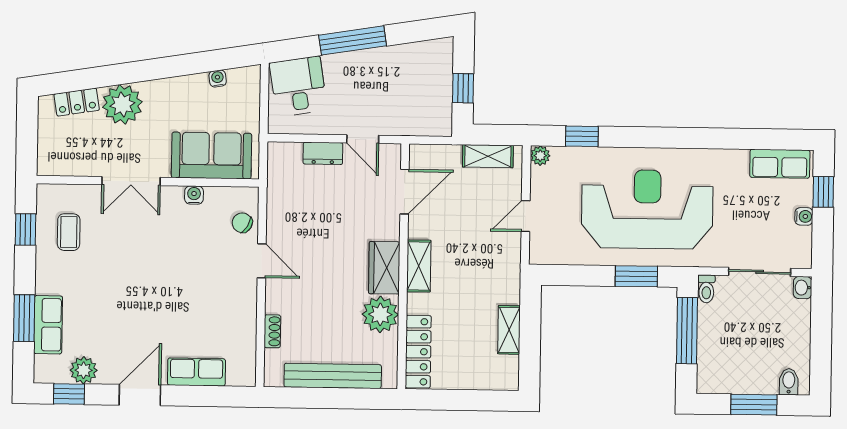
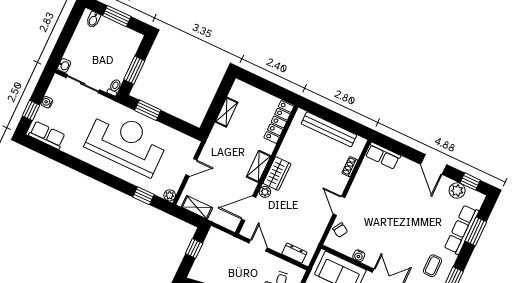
dresser: (323, 153) -> (294, 253), moved
reception desk: (647, 209) -> (127, 142), turned 180
plant: (380, 314) -> (265, 192), moved, width x0.53, depth x0.53
row of seats: (48, 325) -> (462, 230), width x1.48
window: (687, 331) -> (134, 70), width x0.69
row of seats: (196, 372) -> (383, 156), moved
door: (140, 395) -> (434, 164), hinge flipped

